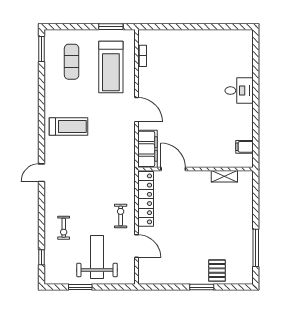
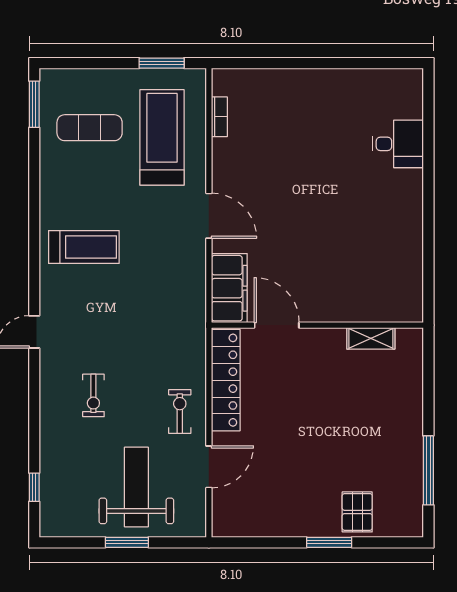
exercise mat: (72, 62) -> (90, 128), turned 90
treadmill: (111, 67) -> (162, 137), turned 180
desk: (239, 91) -> (398, 144), moved
filing cabinet: (244, 147) -> (408, 284), removed
exercise bike: (64, 228) -> (93, 395), moved
door: (136, 246) -> (209, 467), hinge flipped
window: (80, 287) -> (127, 542), moved

